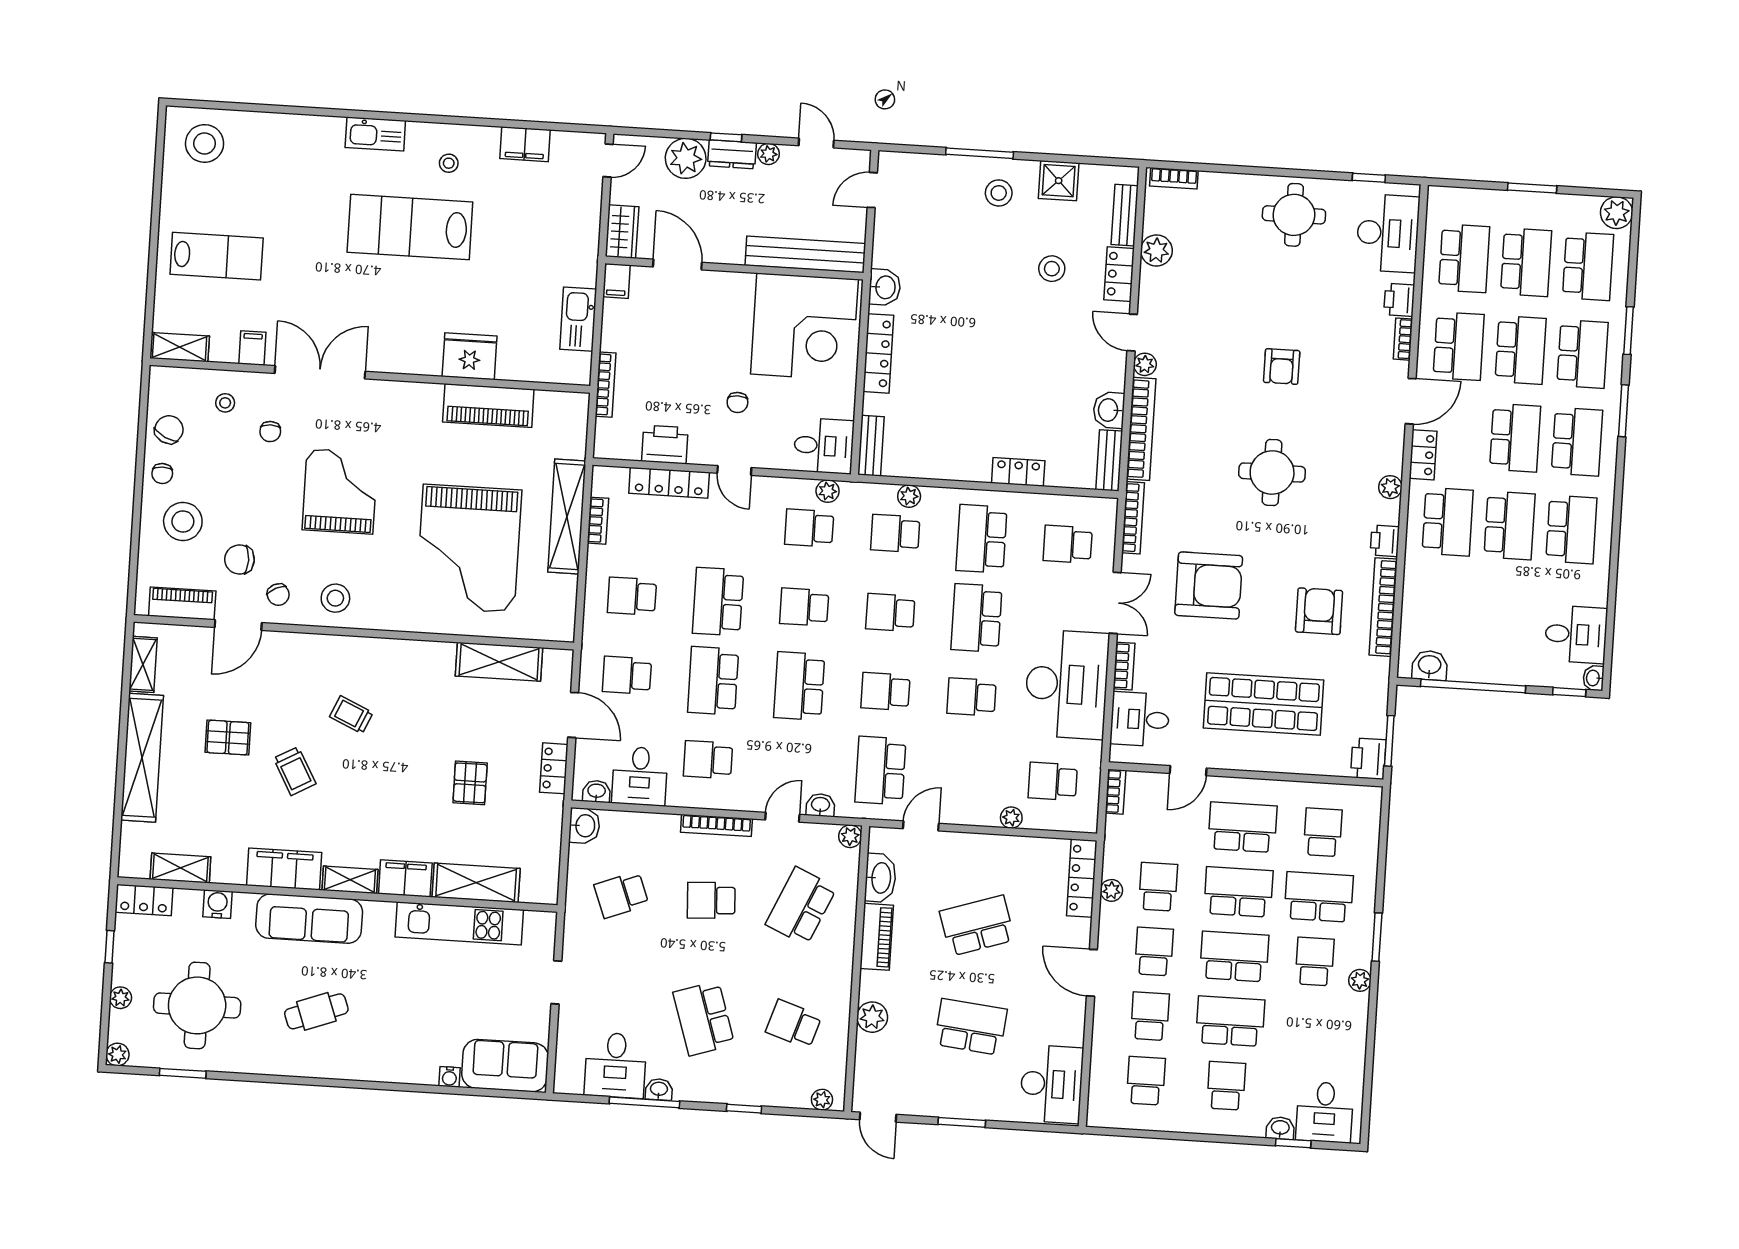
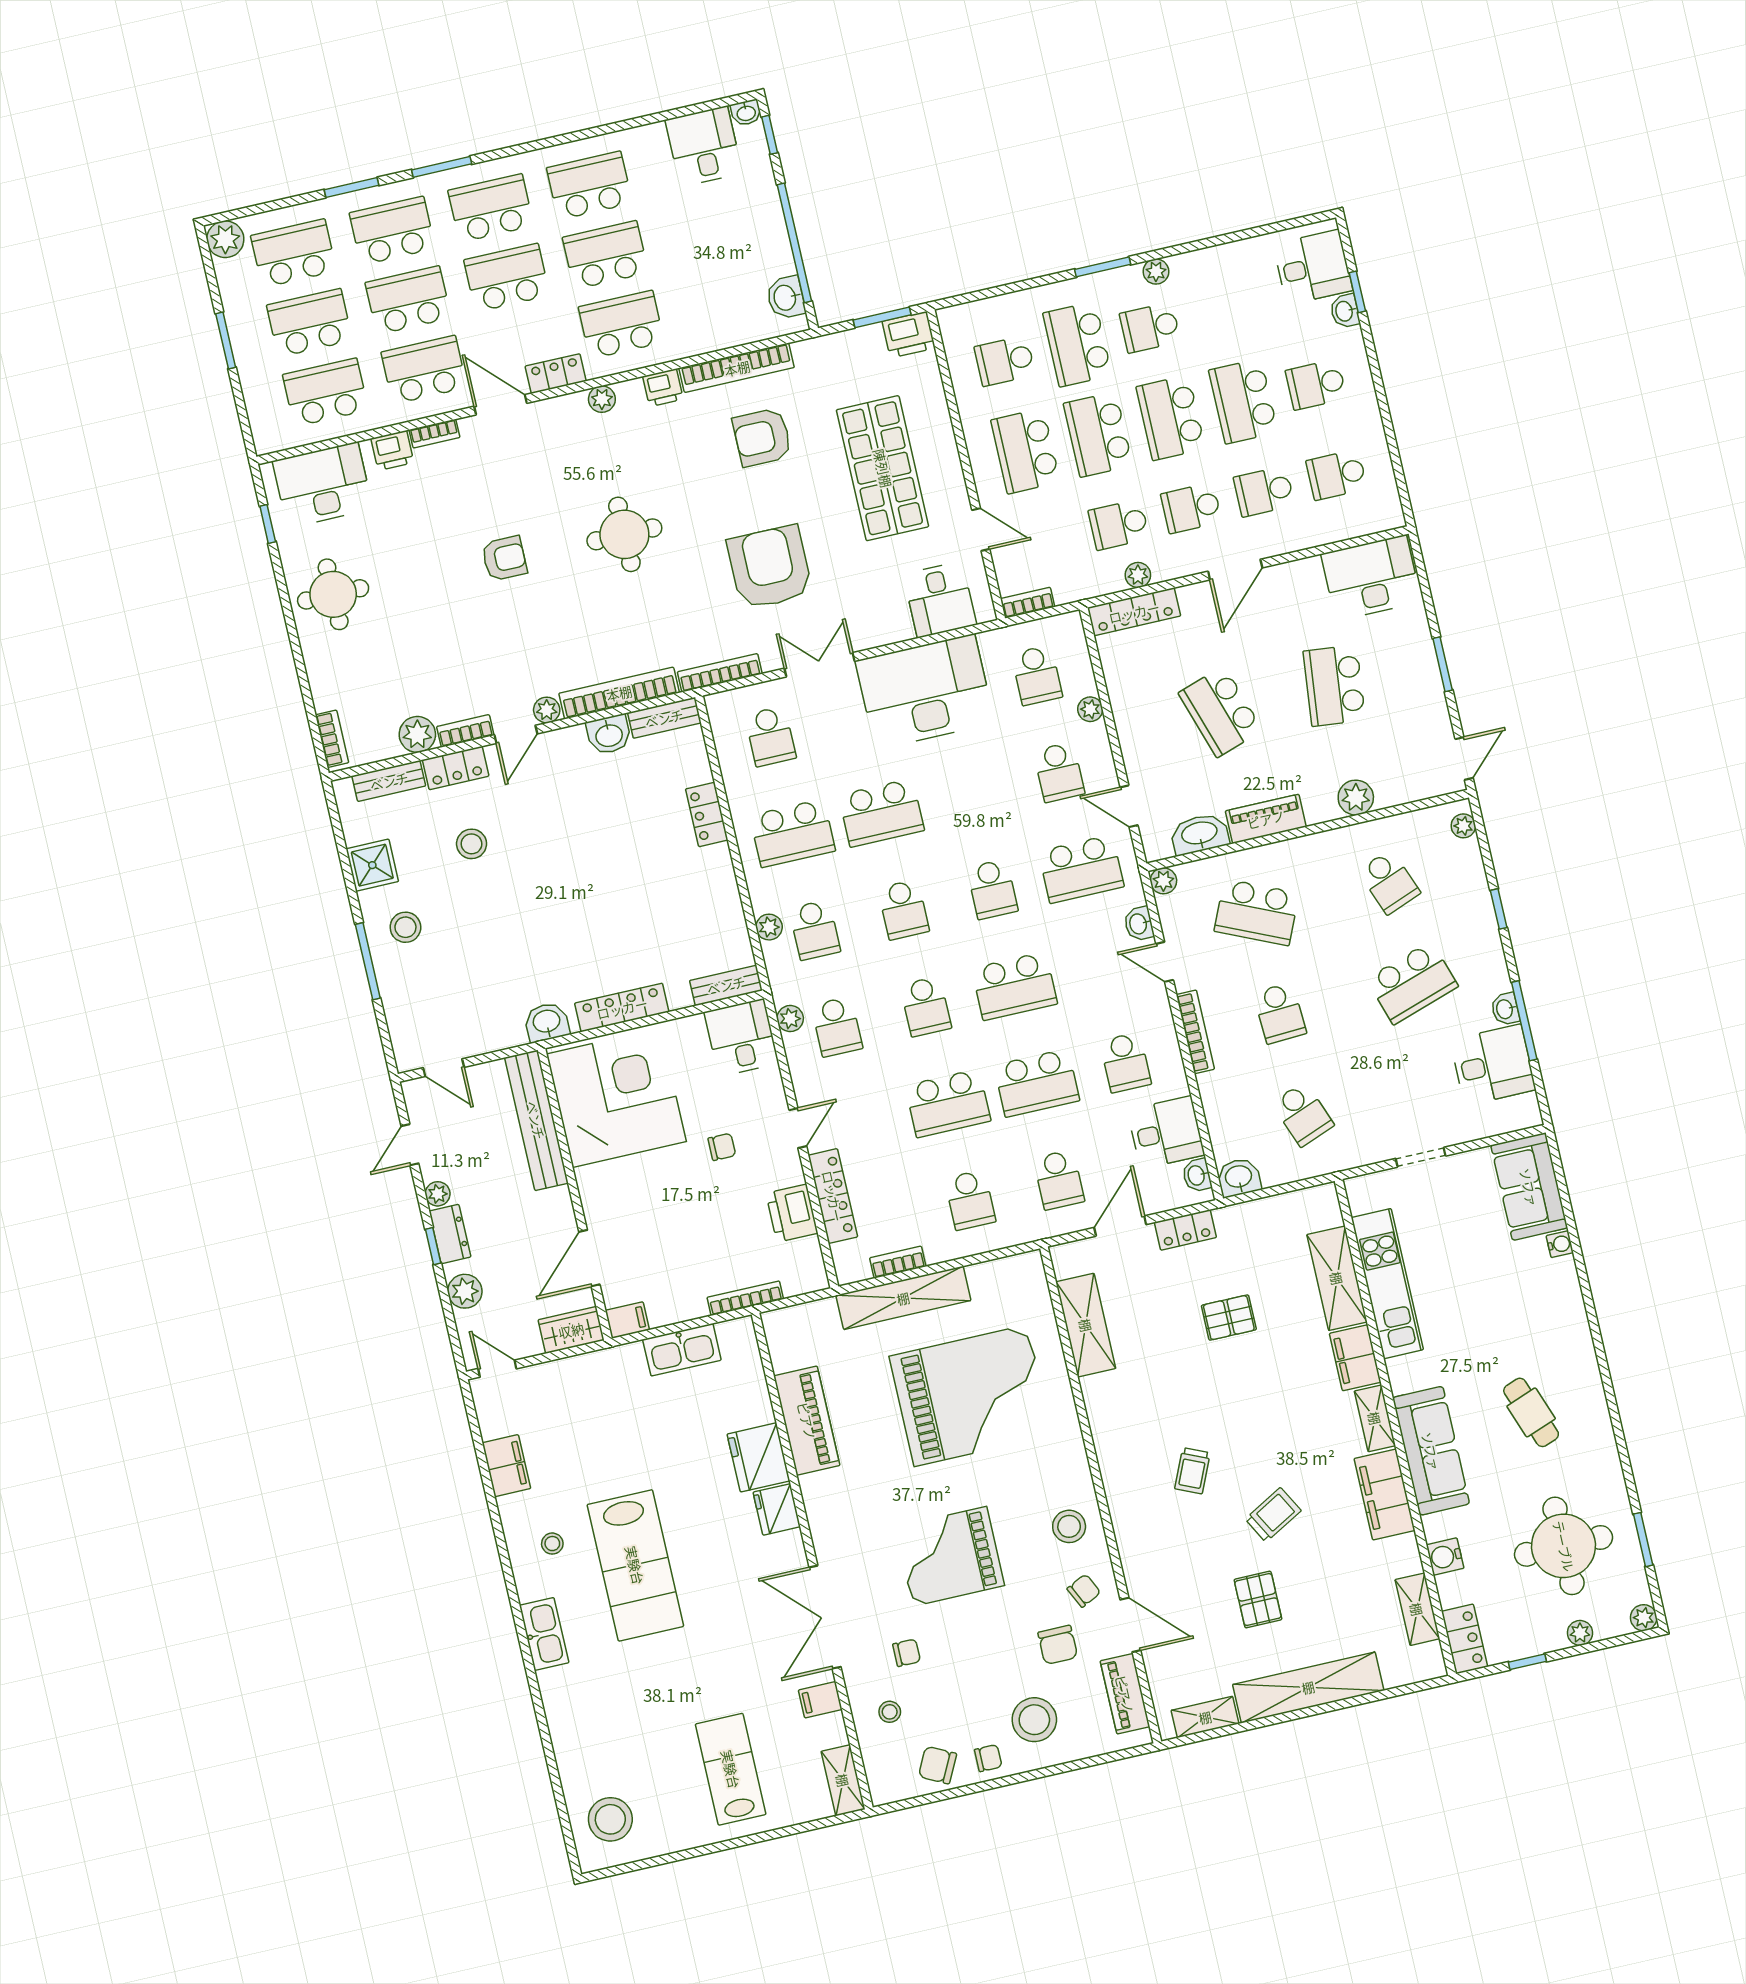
plant: (686, 158) -> (465, 1291), width x0.73, depth x0.73
fridge: (422, 359) -> (777, 1509), added
bookcase: (1124, 666) -> (465, 731), moved
school desk: (972, 697) -> (1059, 772), moved
school desk: (794, 1024) -> (1389, 882), turned -39

